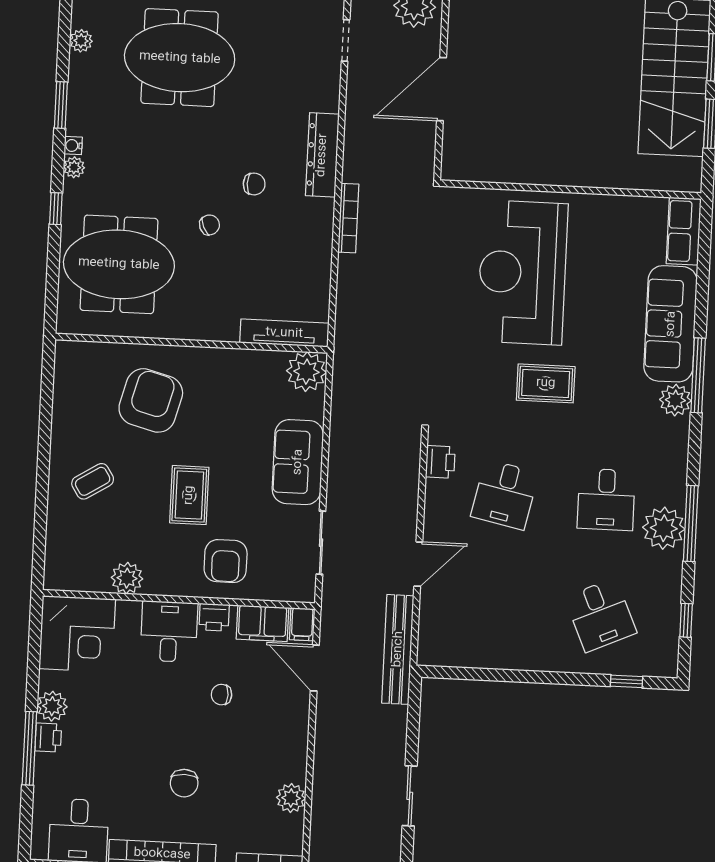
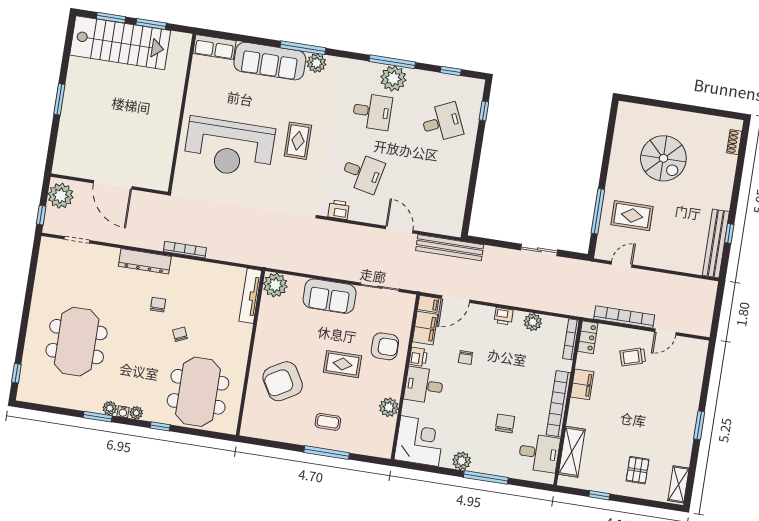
plant: (81, 41) -> (110, 408), moved
armchair: (151, 400) -> (283, 381), turned -45
coffee table: (93, 481) -> (328, 422), turned -58
window: (42, 485) -> (327, 453), added
printer: (48, 737) -> (504, 316), moved, turned 180
chair: (184, 783) -> (505, 423), moved, turned -90

